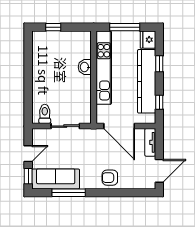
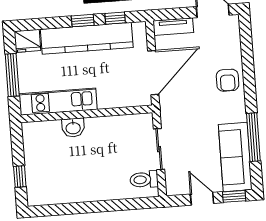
window: (159, 64) -> (83, 21), moved
kitchen unit: (104, 68) -> (58, 102), width x0.73

